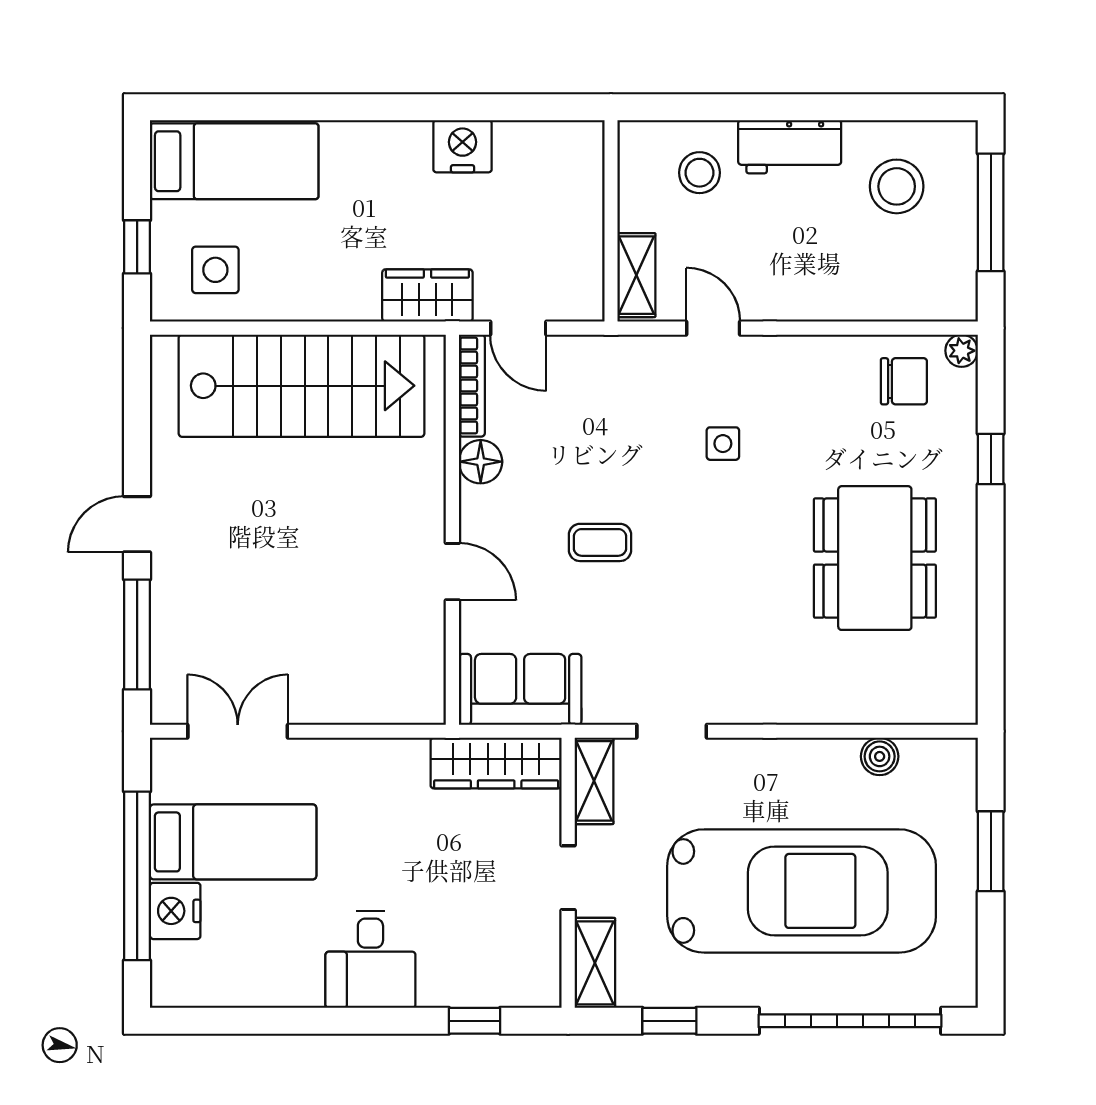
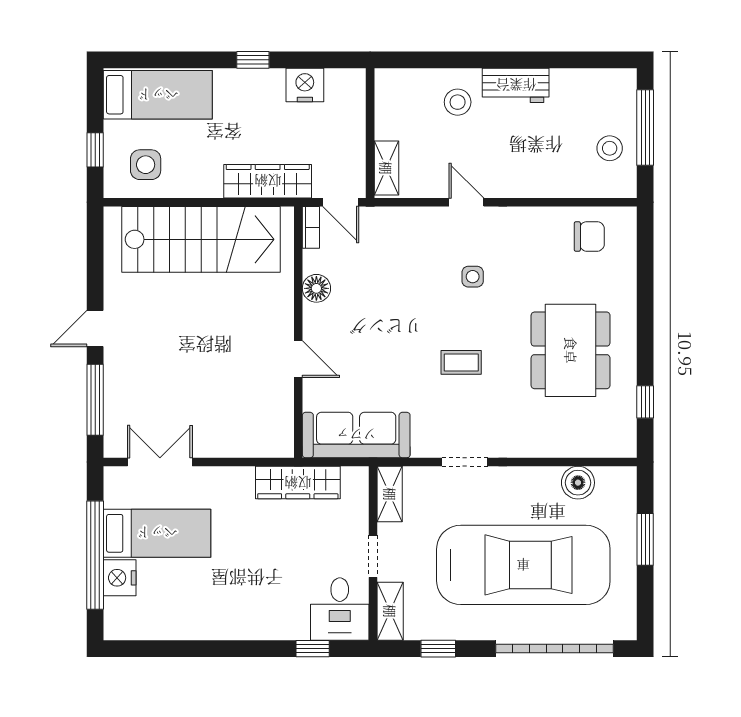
window: (382, 107) -> (253, 60), added
stool: (897, 186) -> (610, 148), moved, width x0.73, depth x0.73
wall: (611, 221) -> (370, 133), moved
shelving: (636, 275) -> (386, 168), moved
wardrobe: (427, 295) -> (268, 181), width x1.50
plant: (962, 351) -> (626, 217), removed
bookcase: (472, 386) -> (311, 227), width x0.64
window: (991, 459) -> (645, 402), moved
coffee table: (600, 542) -> (461, 362), moved
sofa: (520, 689) -> (356, 435), width x1.36
doorway: (672, 731) -> (465, 462), moved
boiler: (880, 756) -> (578, 483), width x1.36, depth x1.36
wardrobe: (496, 763) -> (298, 483), moved
desk: (370, 959) -> (340, 609), moved

